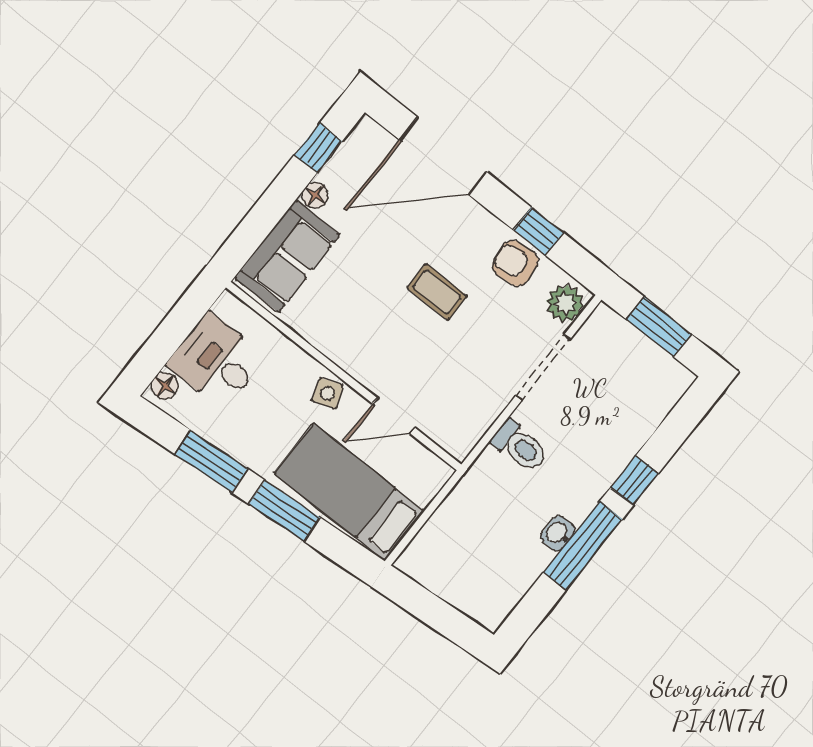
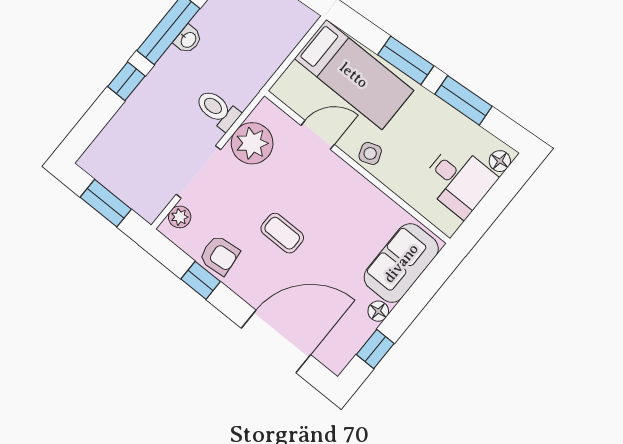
plant: (565, 303) -> (180, 217), width x0.73, depth x0.73
plant: (476, 404) -> (252, 143), added

